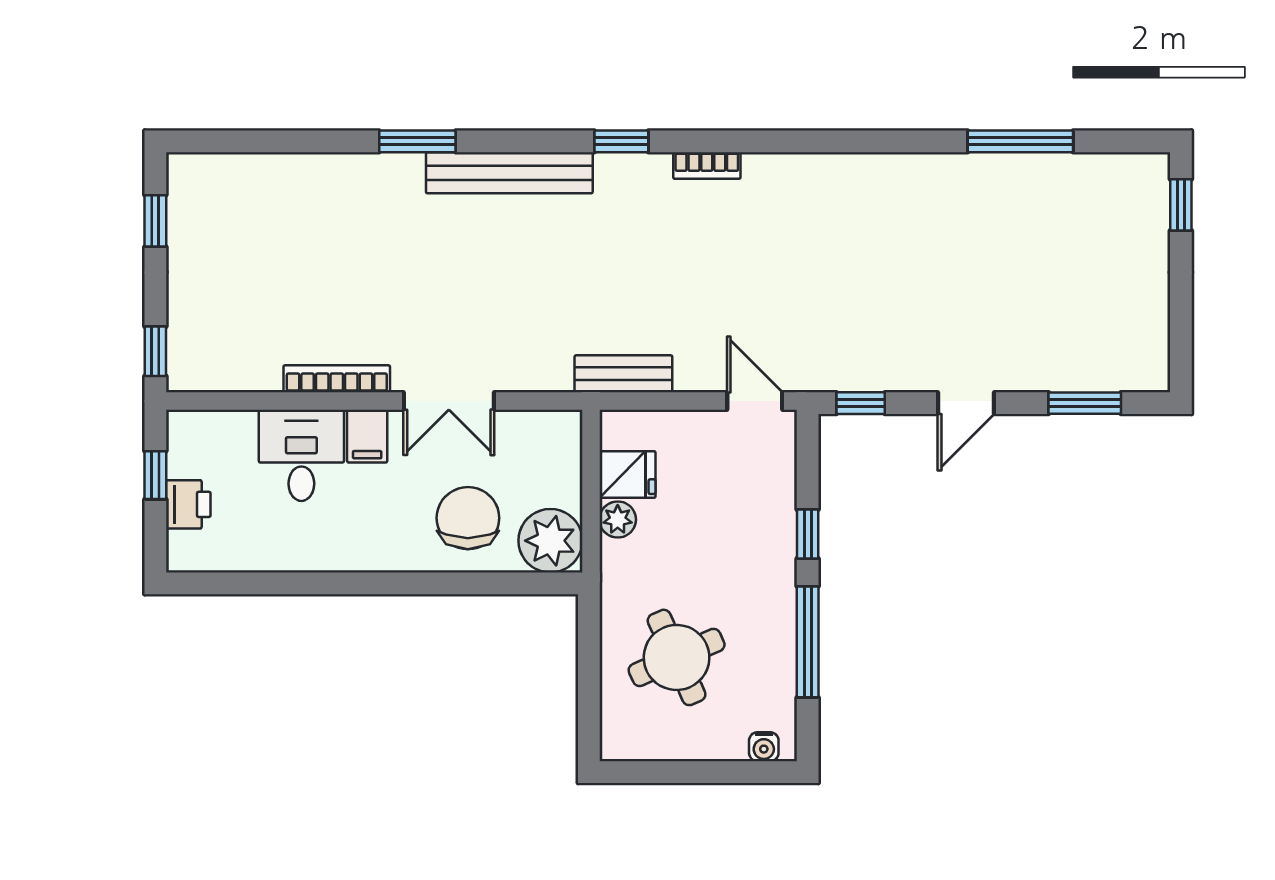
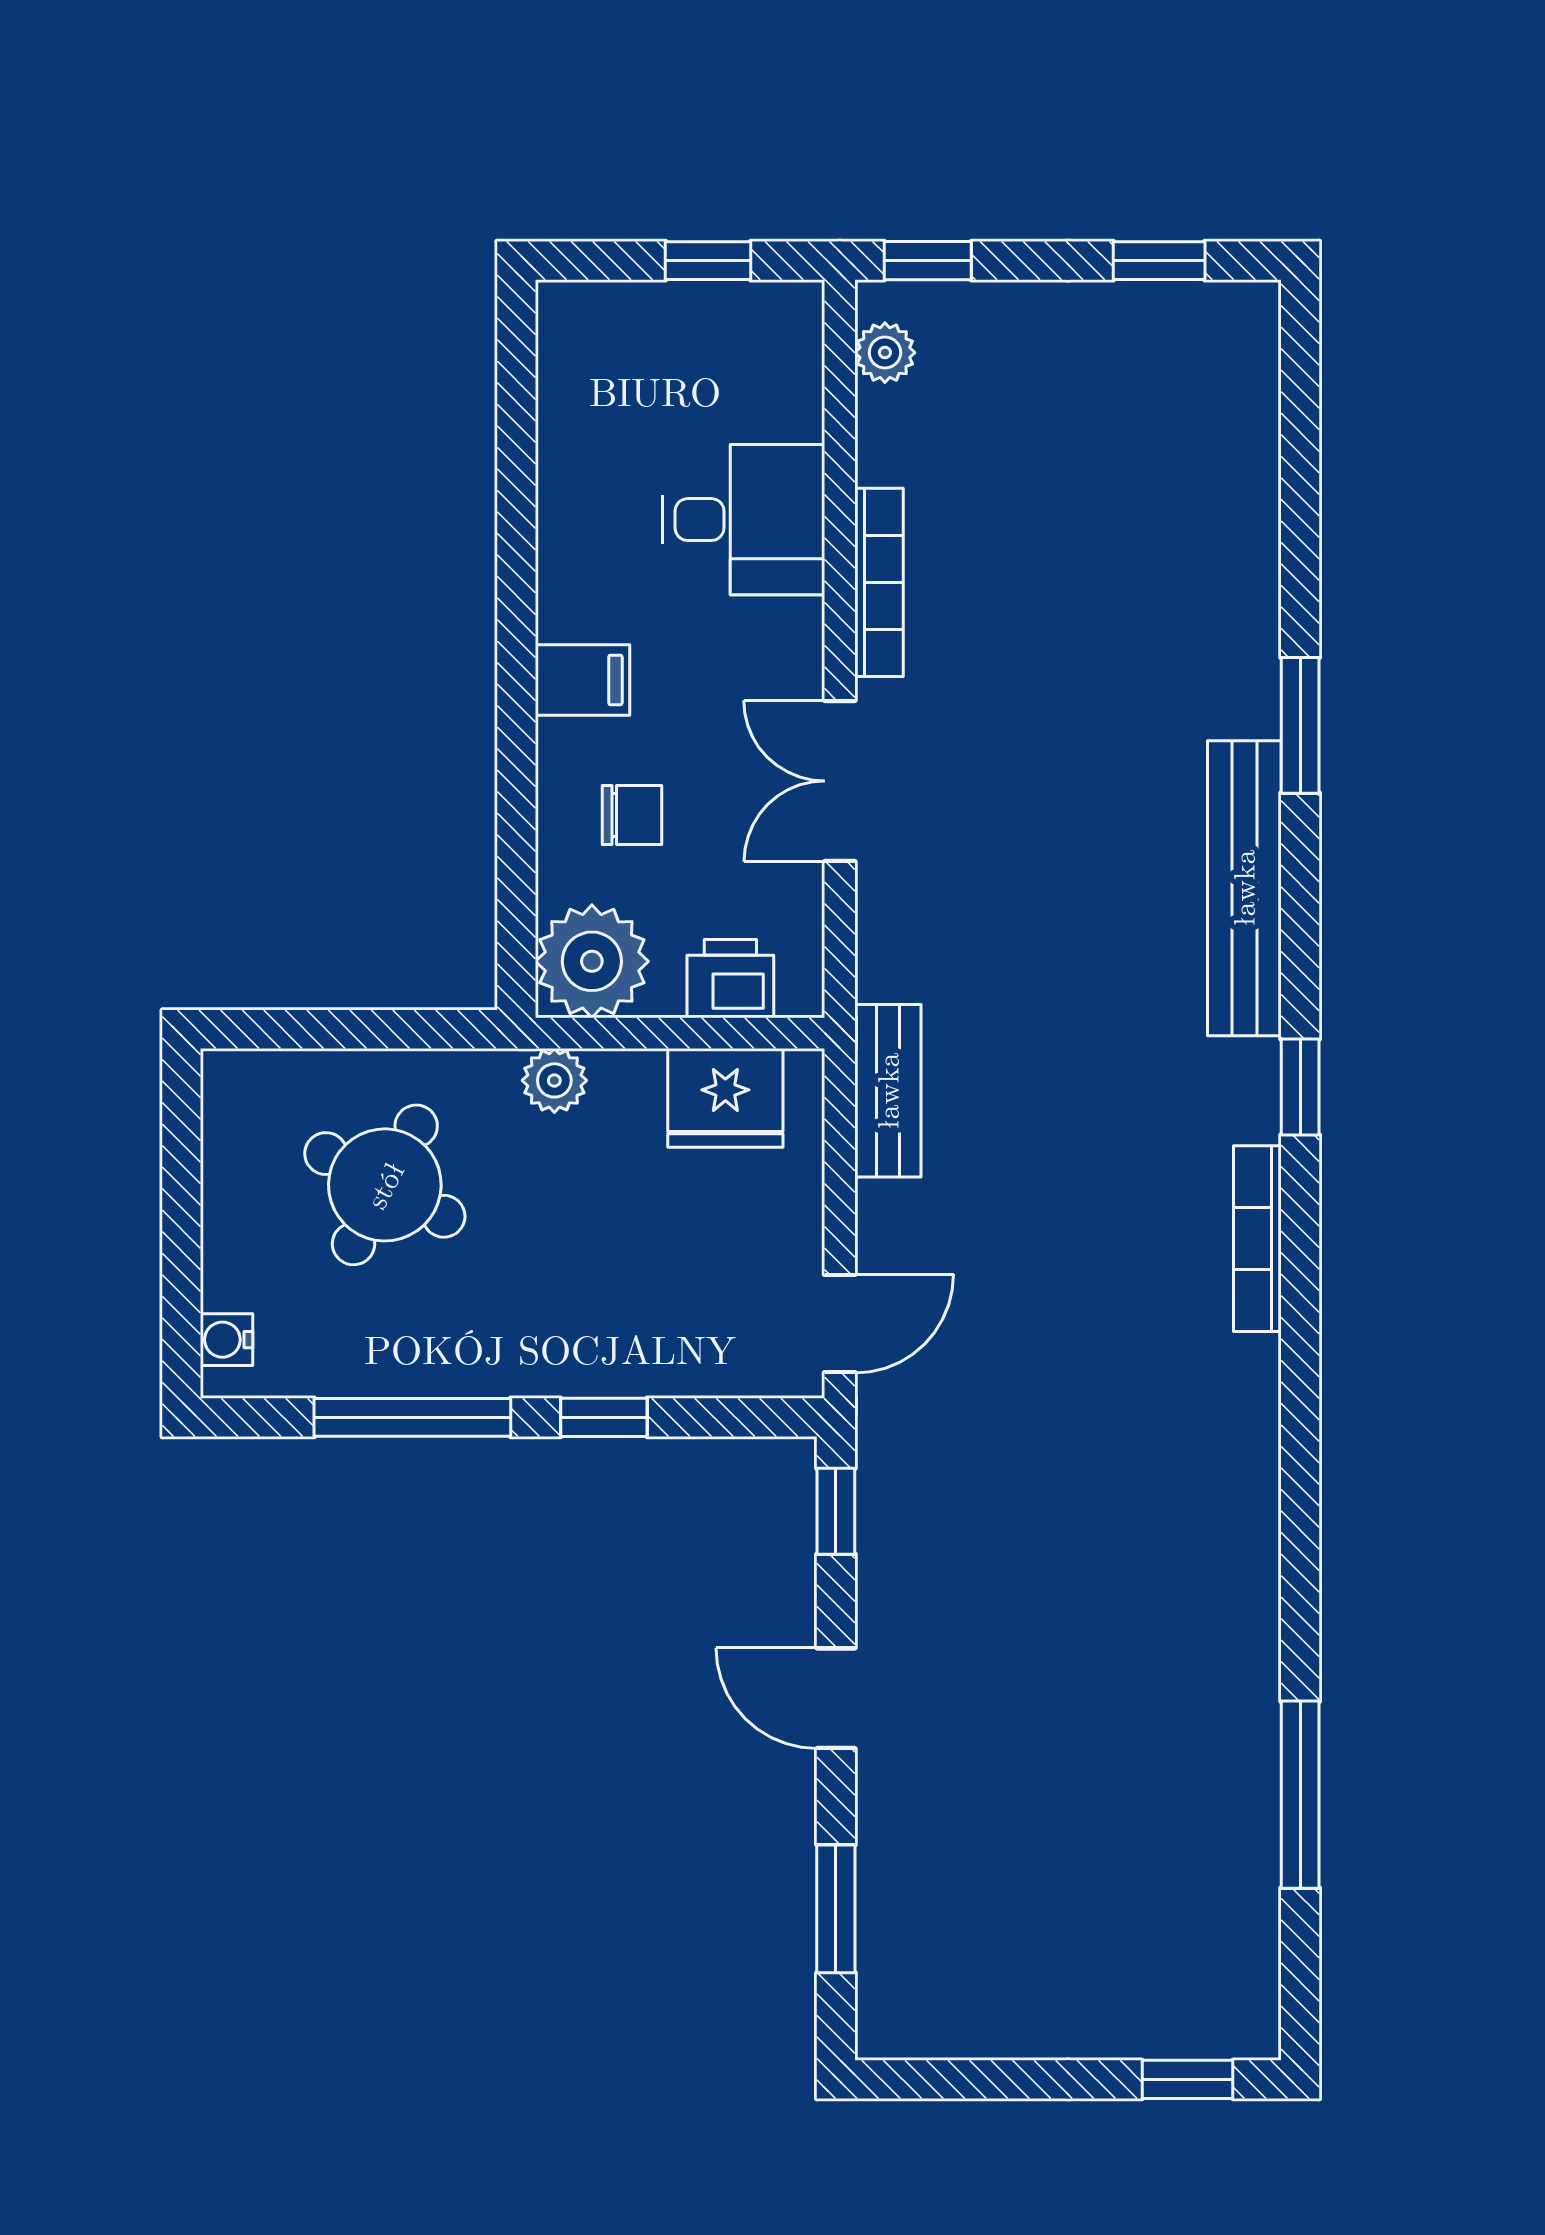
bookcase: (707, 165) -> (1257, 1239), width x1.56
plant: (207, 375) -> (885, 353), added
filing cabinet: (367, 436) -> (582, 680), moved, turned 180
fridge: (627, 474) -> (725, 1098), width x1.38
printer: (188, 504) -> (730, 979), moved, turned 180
chair: (468, 518) -> (632, 815), width x0.54, depth x0.54
plant: (618, 520) -> (554, 1080), moved
round table: (677, 657) -> (385, 1185), turned -38

